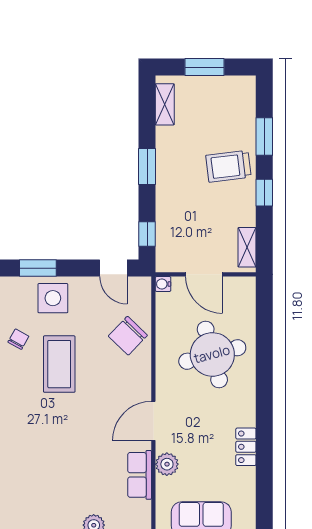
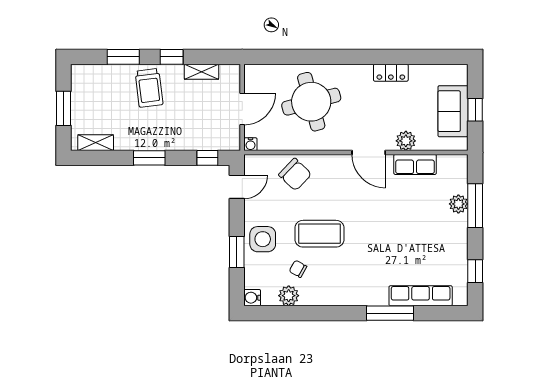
shelving: (247, 247) -> (201, 72), moved

